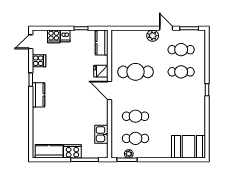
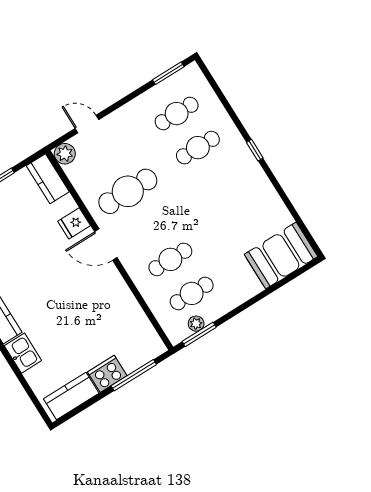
door: (166, 28) -> (87, 124), moved
plant: (153, 36) -> (65, 154), moved
kitchen sink: (101, 134) -> (23, 353), moved, turned 180

